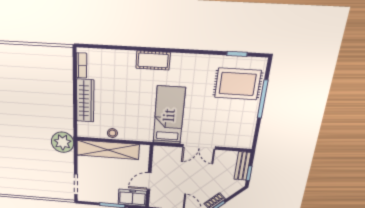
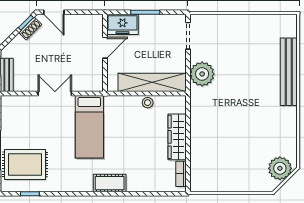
plant: (63, 142) -> (202, 74), moved

